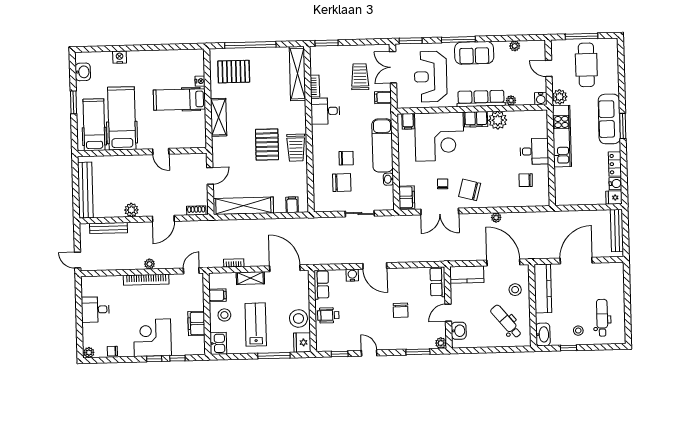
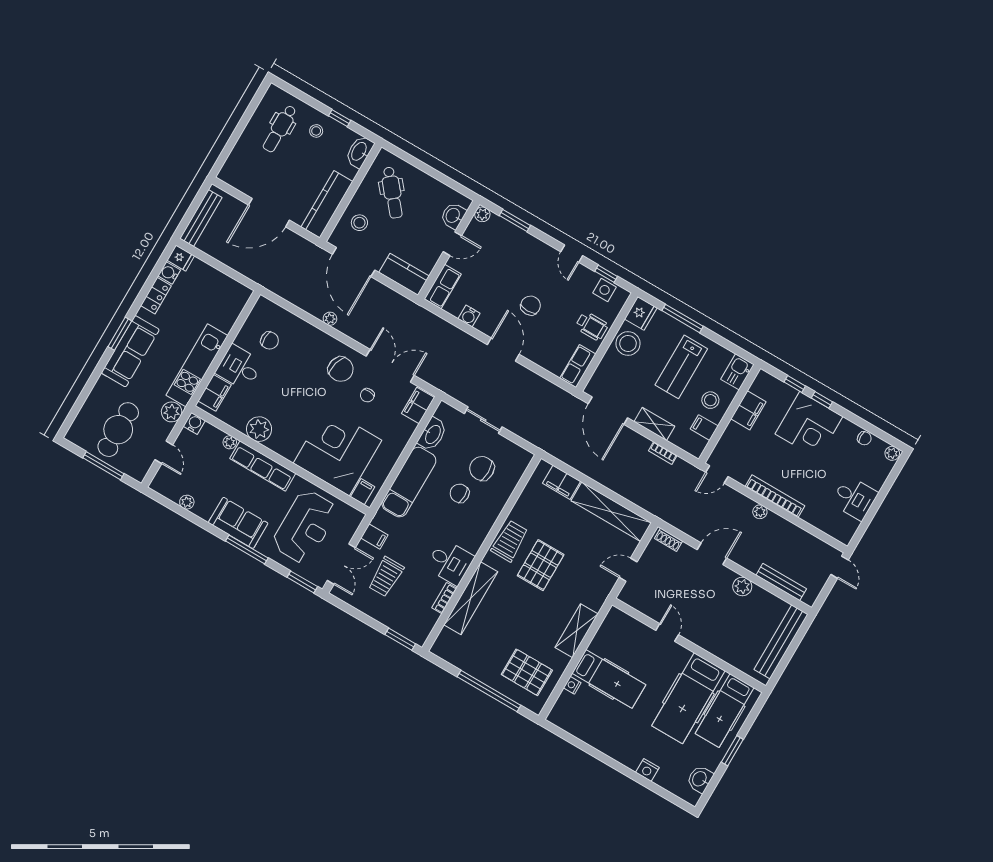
shelving: (297, 74) -> (471, 598), moved
filing cabinet: (476, 119) -> (215, 393), moved, turned 90
washbasin: (388, 179) -> (432, 434), width x1.91, depth x1.45
filing cabinet: (292, 205) -> (562, 482), width x2.00
water cooler: (352, 275) -> (469, 316), moved
chair: (401, 310) -> (531, 306), moved
side table: (334, 343) -> (605, 290), added

